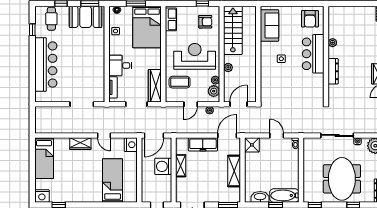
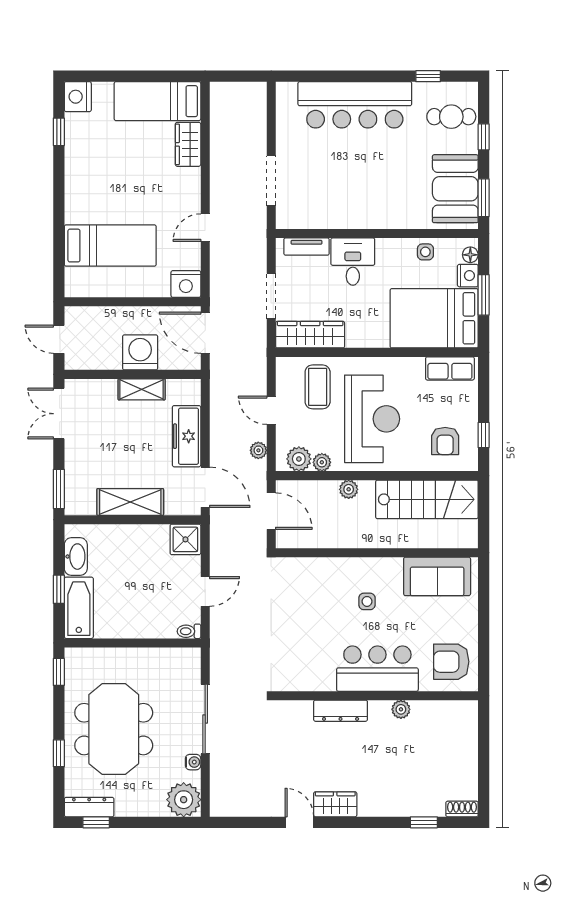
nightstand: (127, 11) -> (468, 276), added
wardrobe: (80, 144) -> (188, 144), moved
meeting table: (342, 179) -> (114, 729), turned 90

